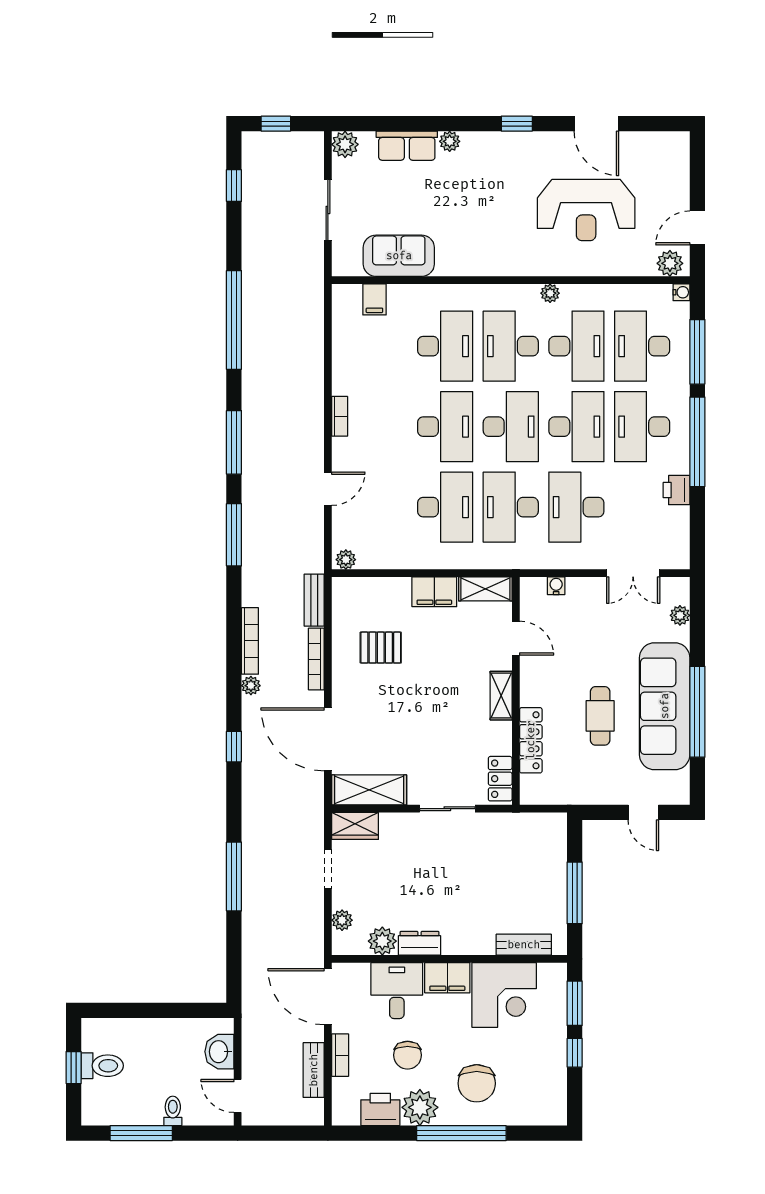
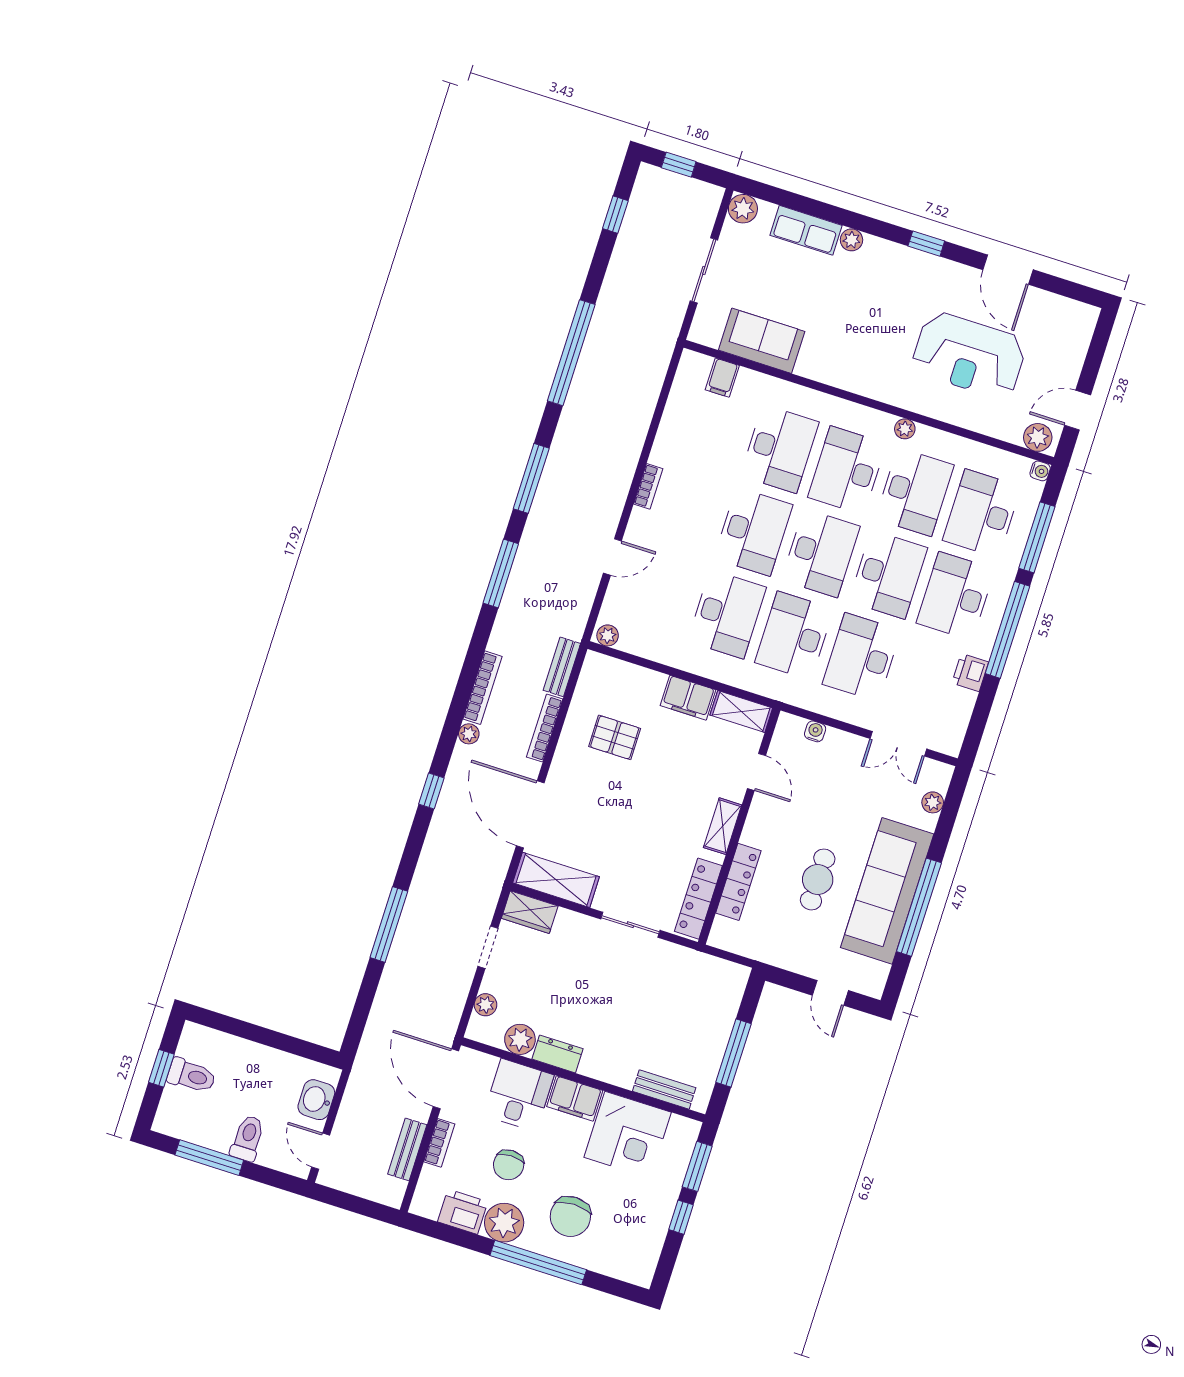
locker: (500, 779) -> (698, 899), width x1.53
toilet: (173, 1111) -> (248, 1138), width x1.37, depth x1.39

